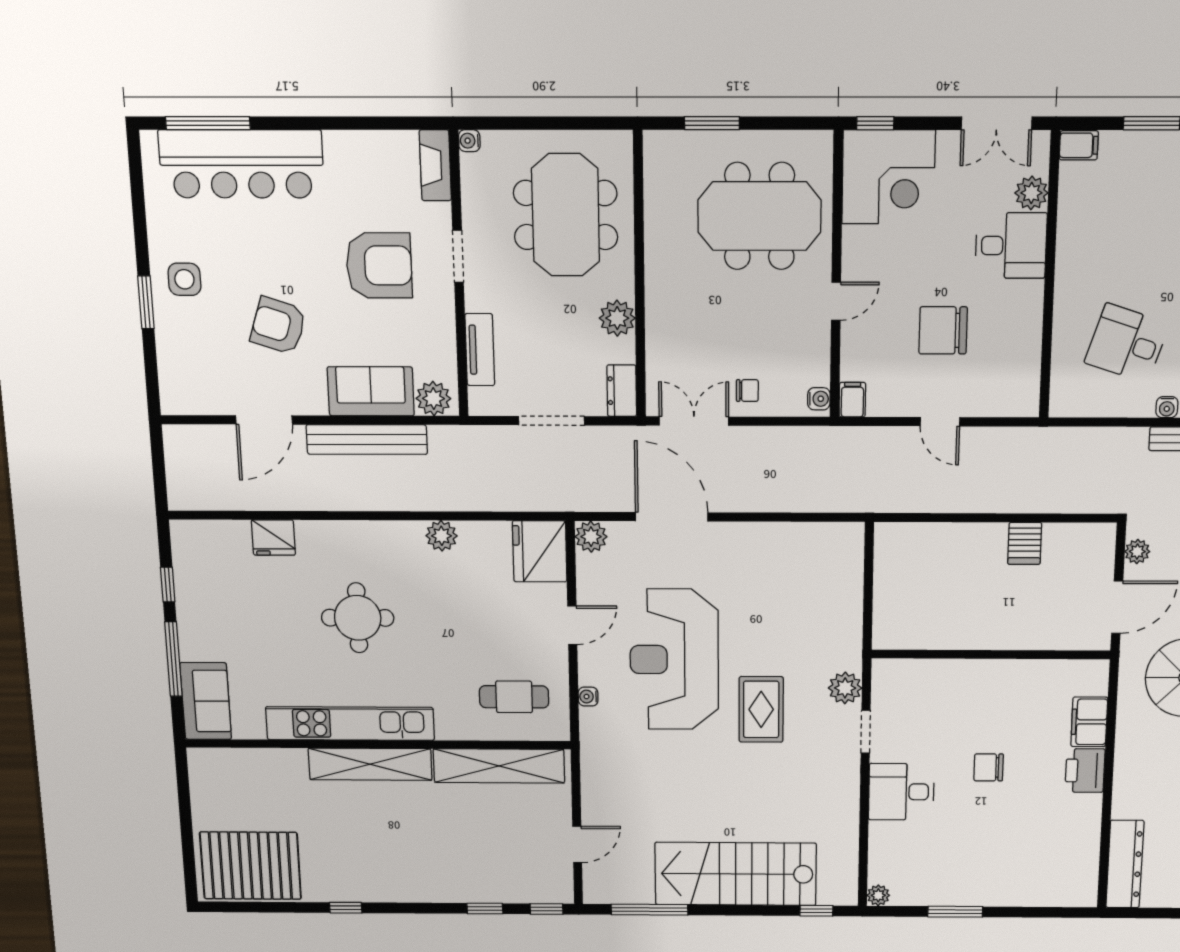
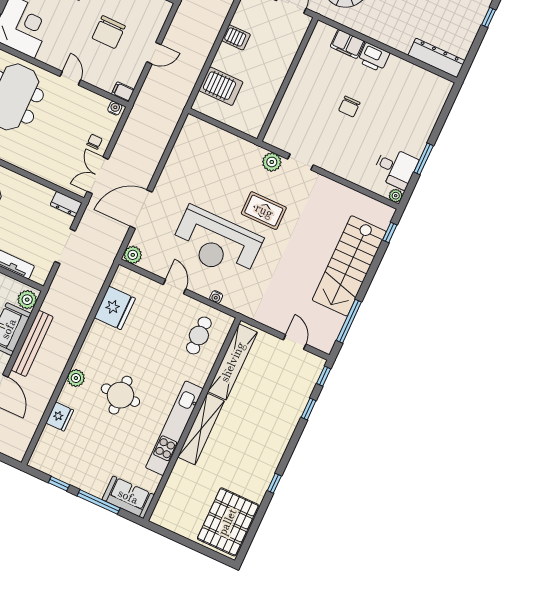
plant: (617, 318) -> (29, 189), removed
plant: (442, 536) -> (76, 378), moved
fridge: (540, 551) -> (115, 308), moved, turned -90
server rack: (933, 555) -> (221, 86), added
desk: (901, 792) -> (395, 168), moved, turned -90

